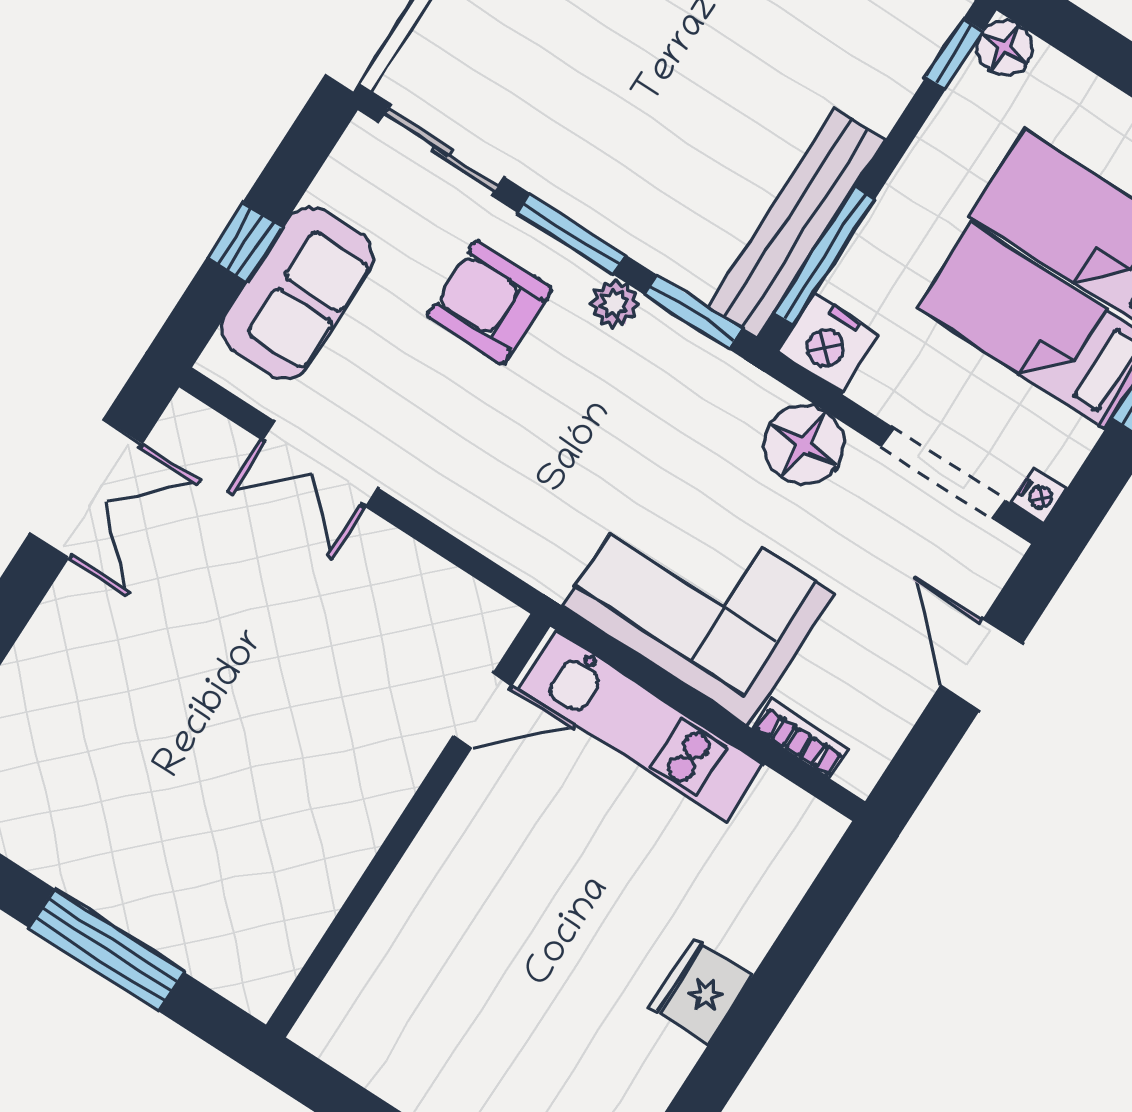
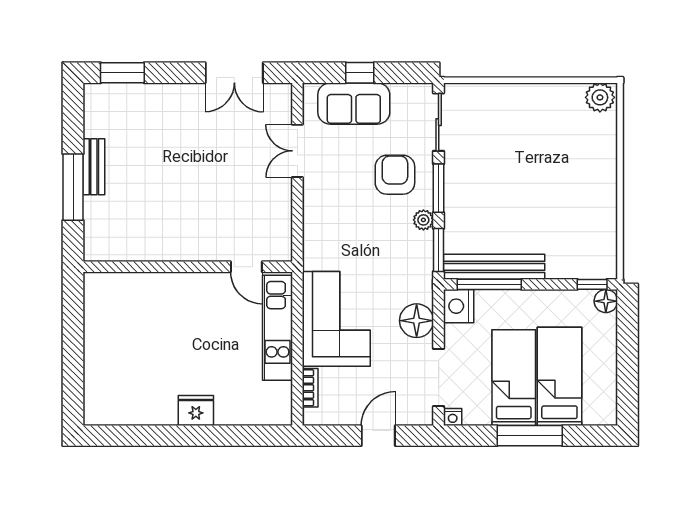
bench: (93, 883) -> (94, 167), added

